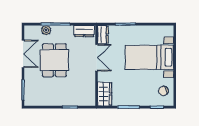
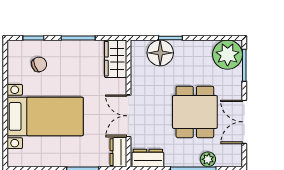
chair: (163, 91) -> (39, 64), moved
plant: (34, 97) -> (228, 55), added
floor lamp: (76, 98) -> (160, 53), added

